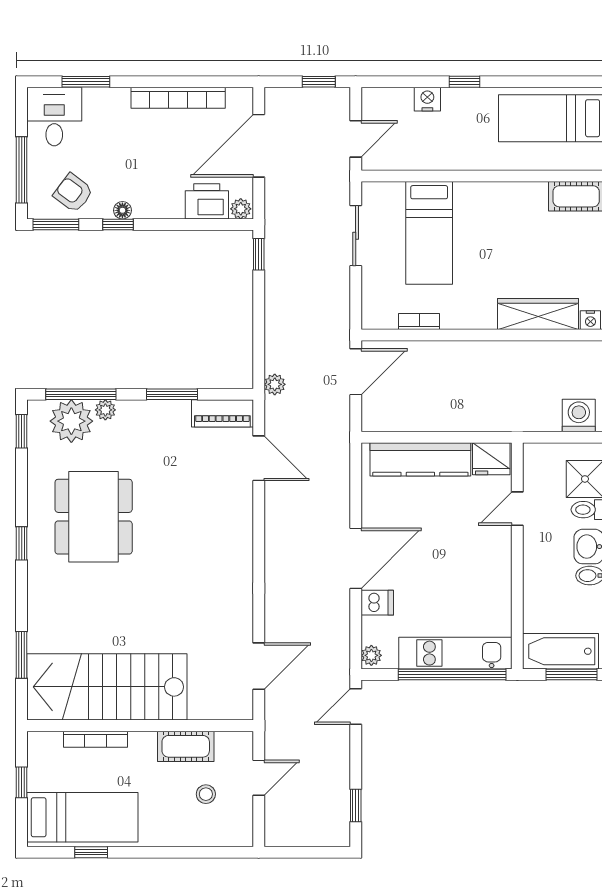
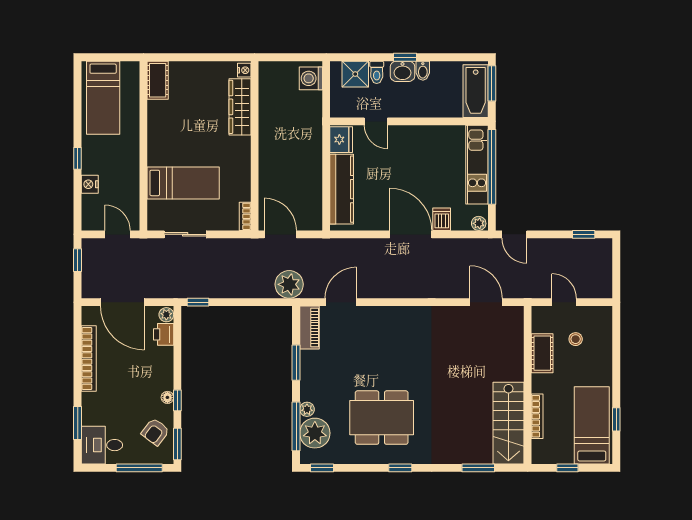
printer: (207, 201) -> (164, 334), width x0.73, depth x0.81
bookcase: (419, 321) -> (245, 216), moved
plant: (275, 384) -> (289, 284), width x1.87, depth x1.87
stairs: (107, 687) -> (508, 423), width x0.73, depth x0.66

